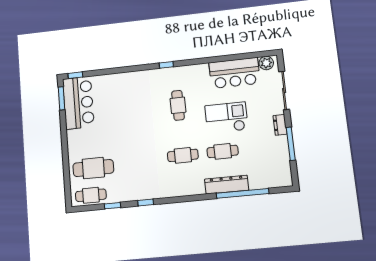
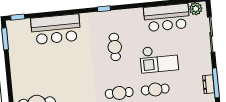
bar counter: (78, 103) -> (56, 29), moved, turned 90
checkout: (226, 118) -> (159, 59), turned 180
dresser: (280, 125) -> (209, 84), moved

